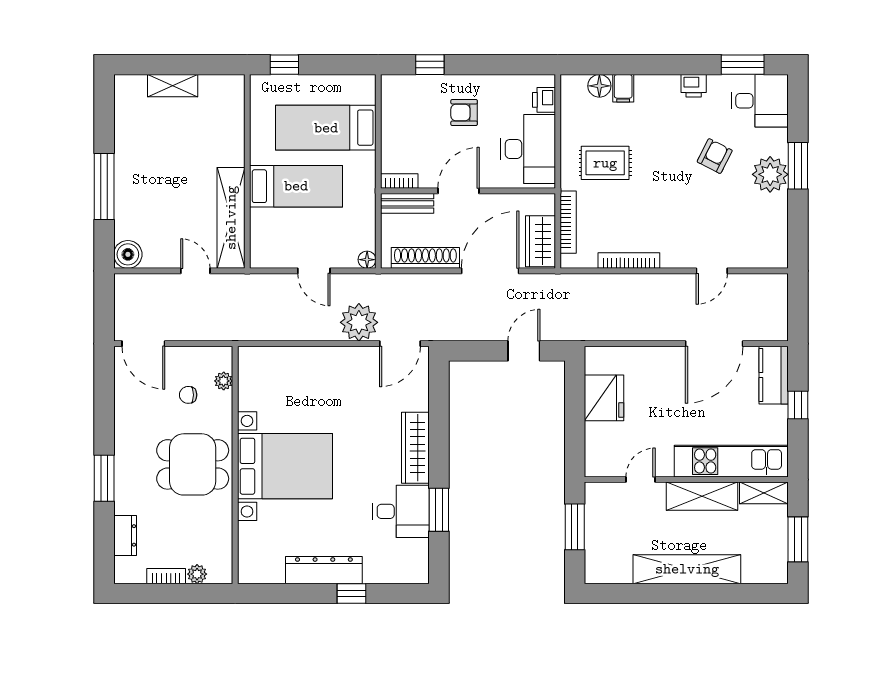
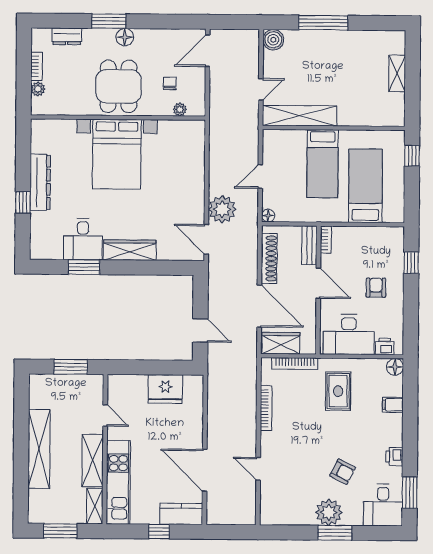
floor lamp: (599, 86) -> (395, 367), moved
floor lamp: (126, 456) -> (125, 37), added

